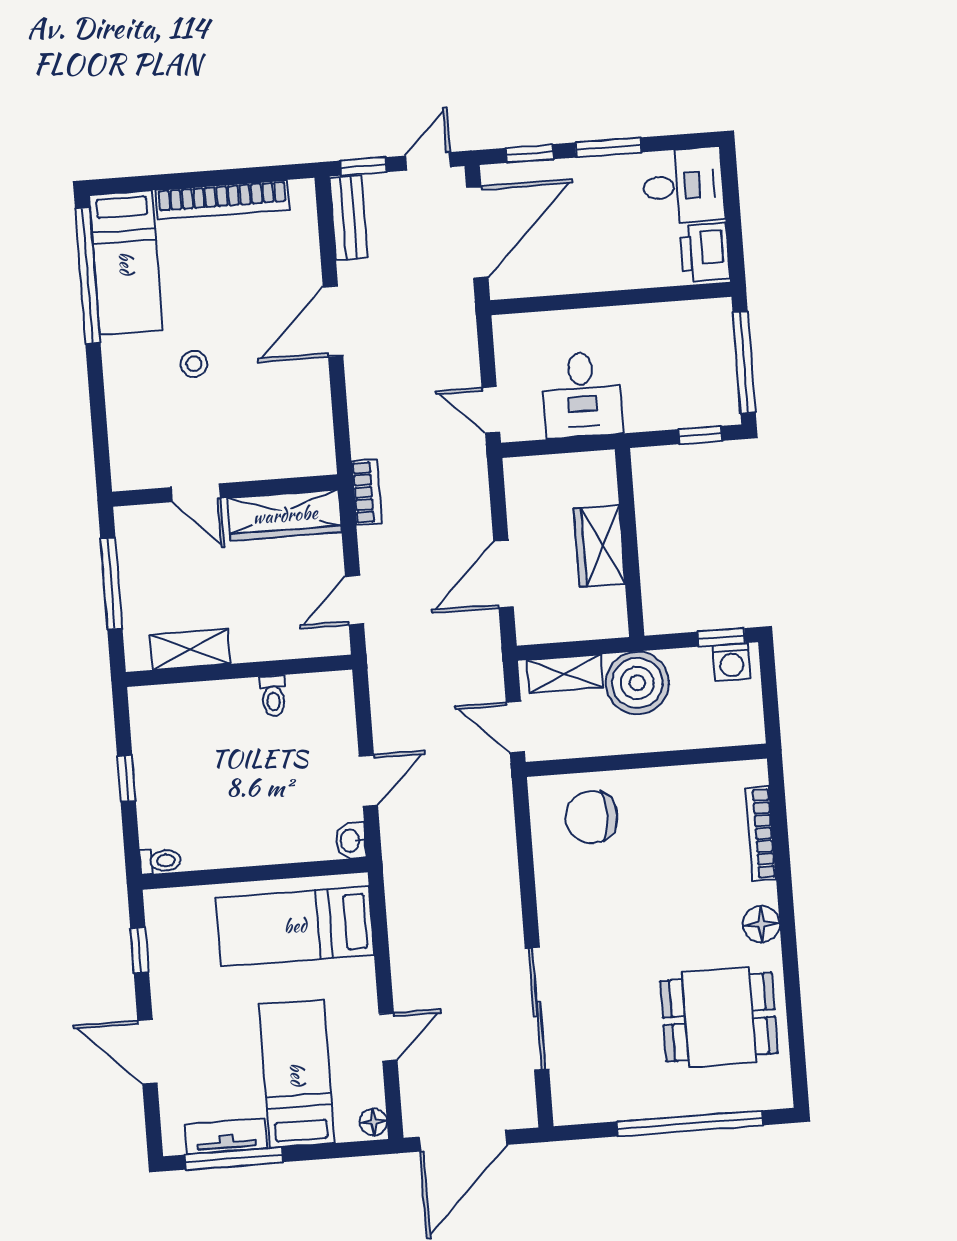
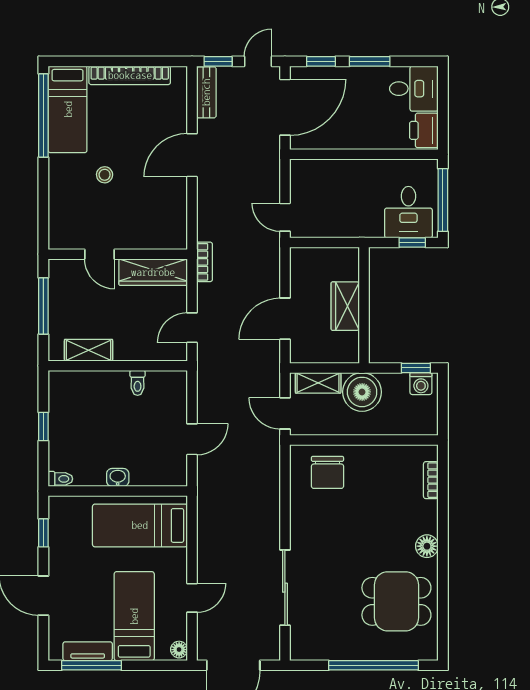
desk: (582, 395) -> (408, 212), moved
chair: (591, 817) -> (327, 472), turned -90
bookcase: (761, 834) -> (431, 480), width x0.64
washbasin: (351, 840) -> (118, 477), moved, turned 90

